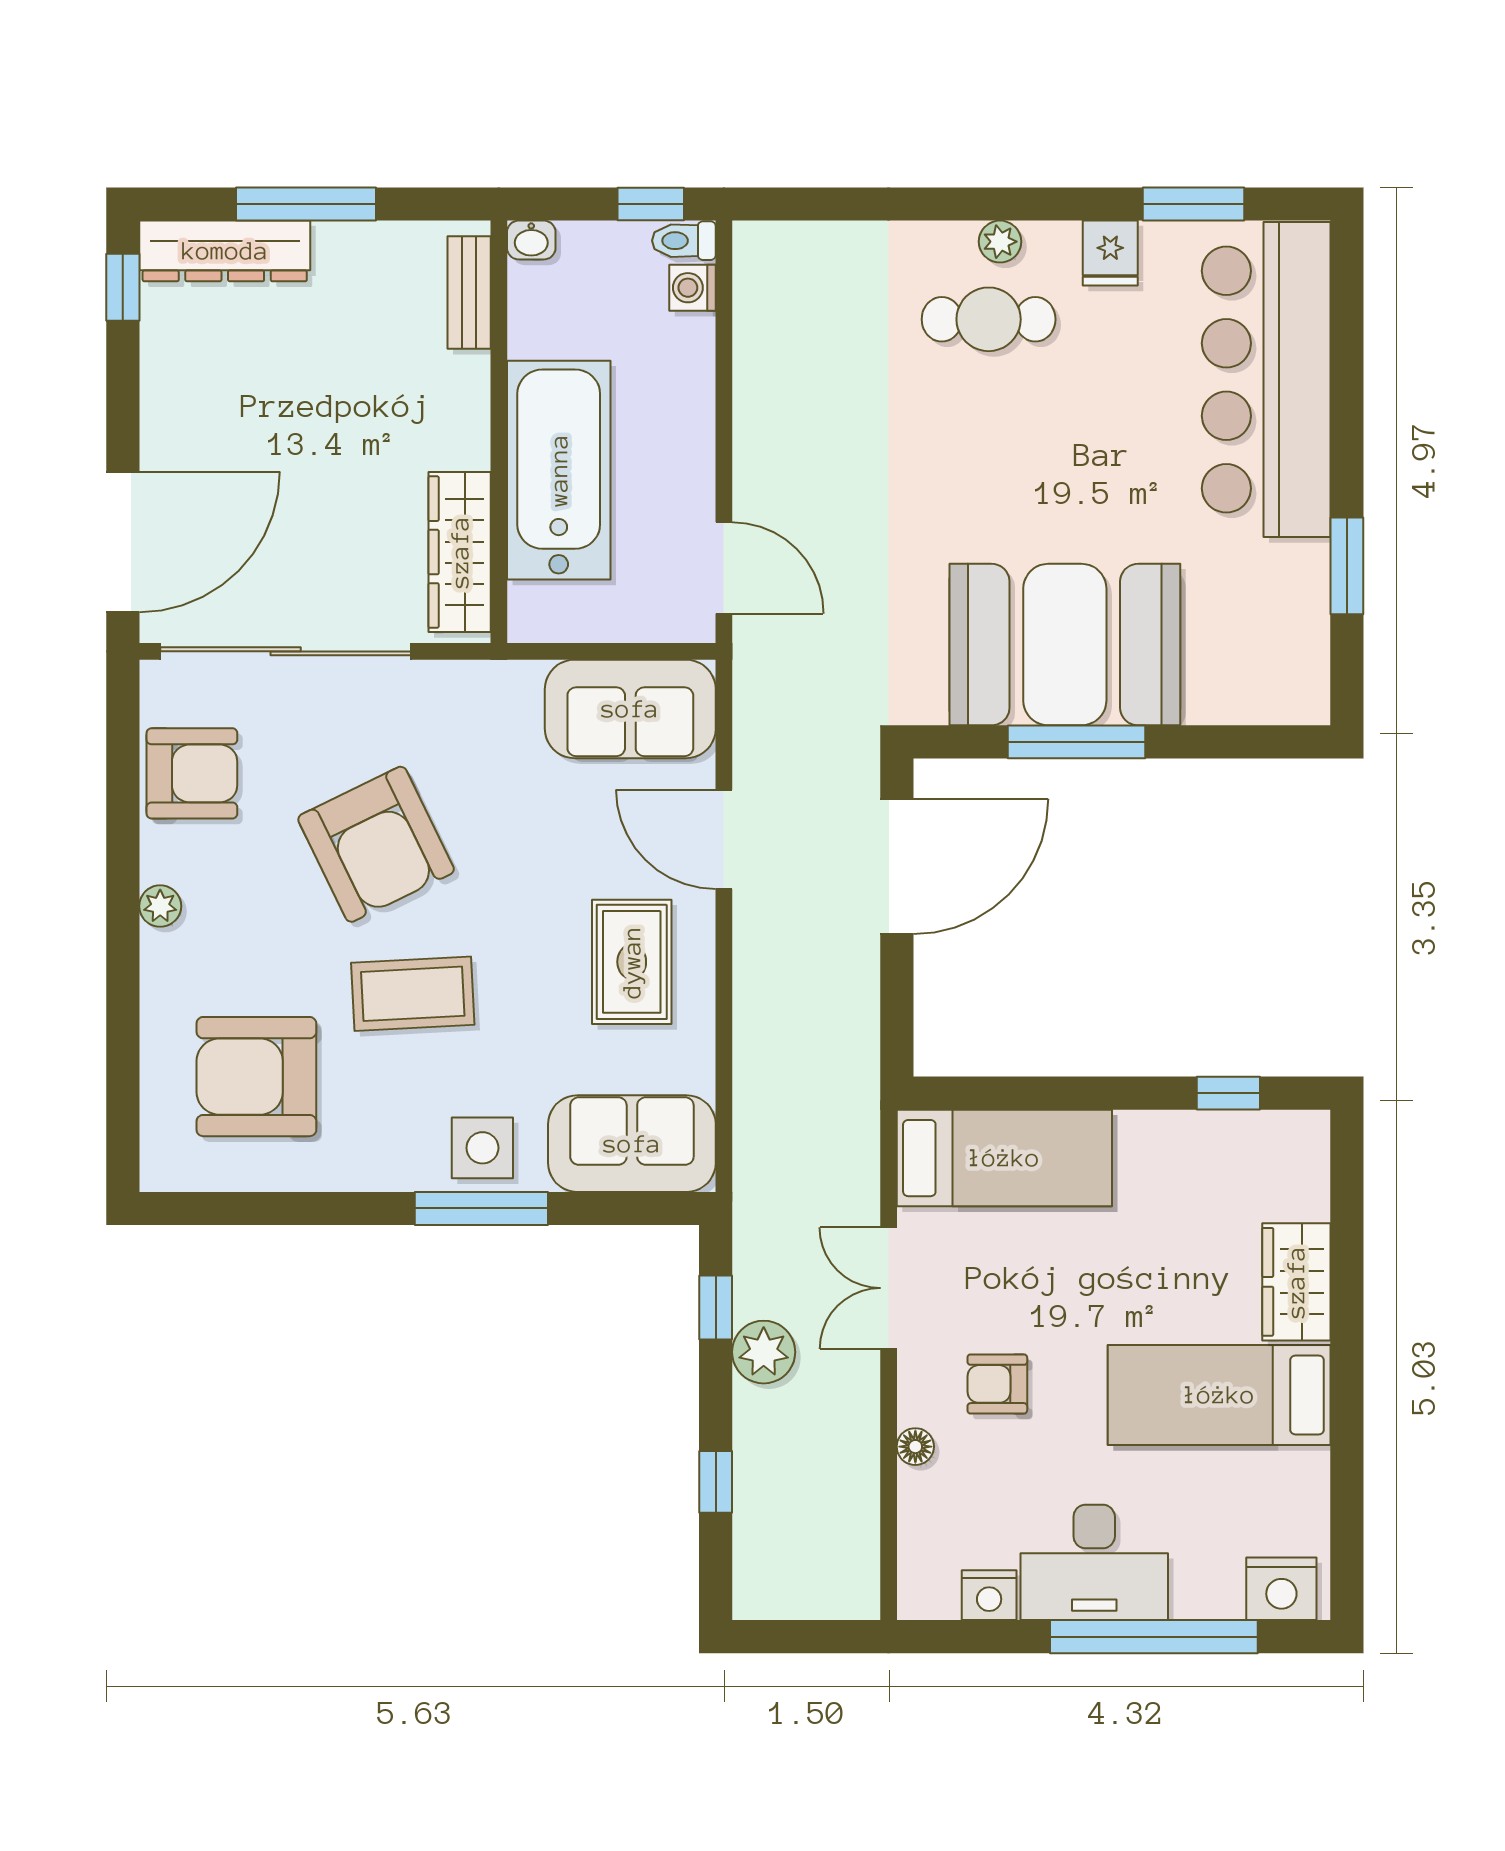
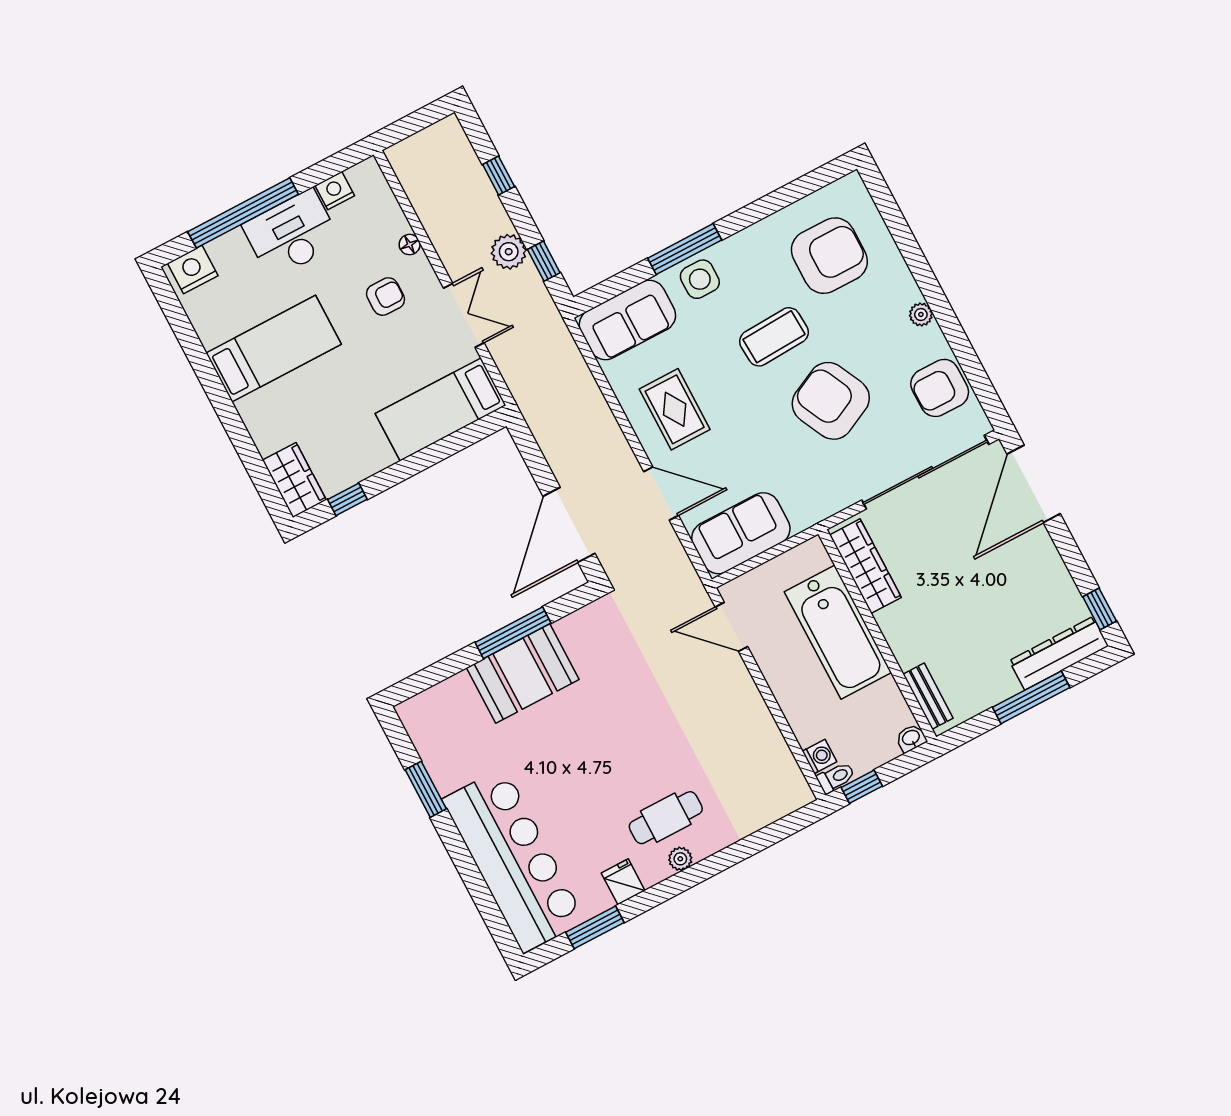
booth: (1065, 645) -> (523, 674), width x0.73, depth x0.70
wardrobe: (1296, 1282) -> (294, 480), moved

